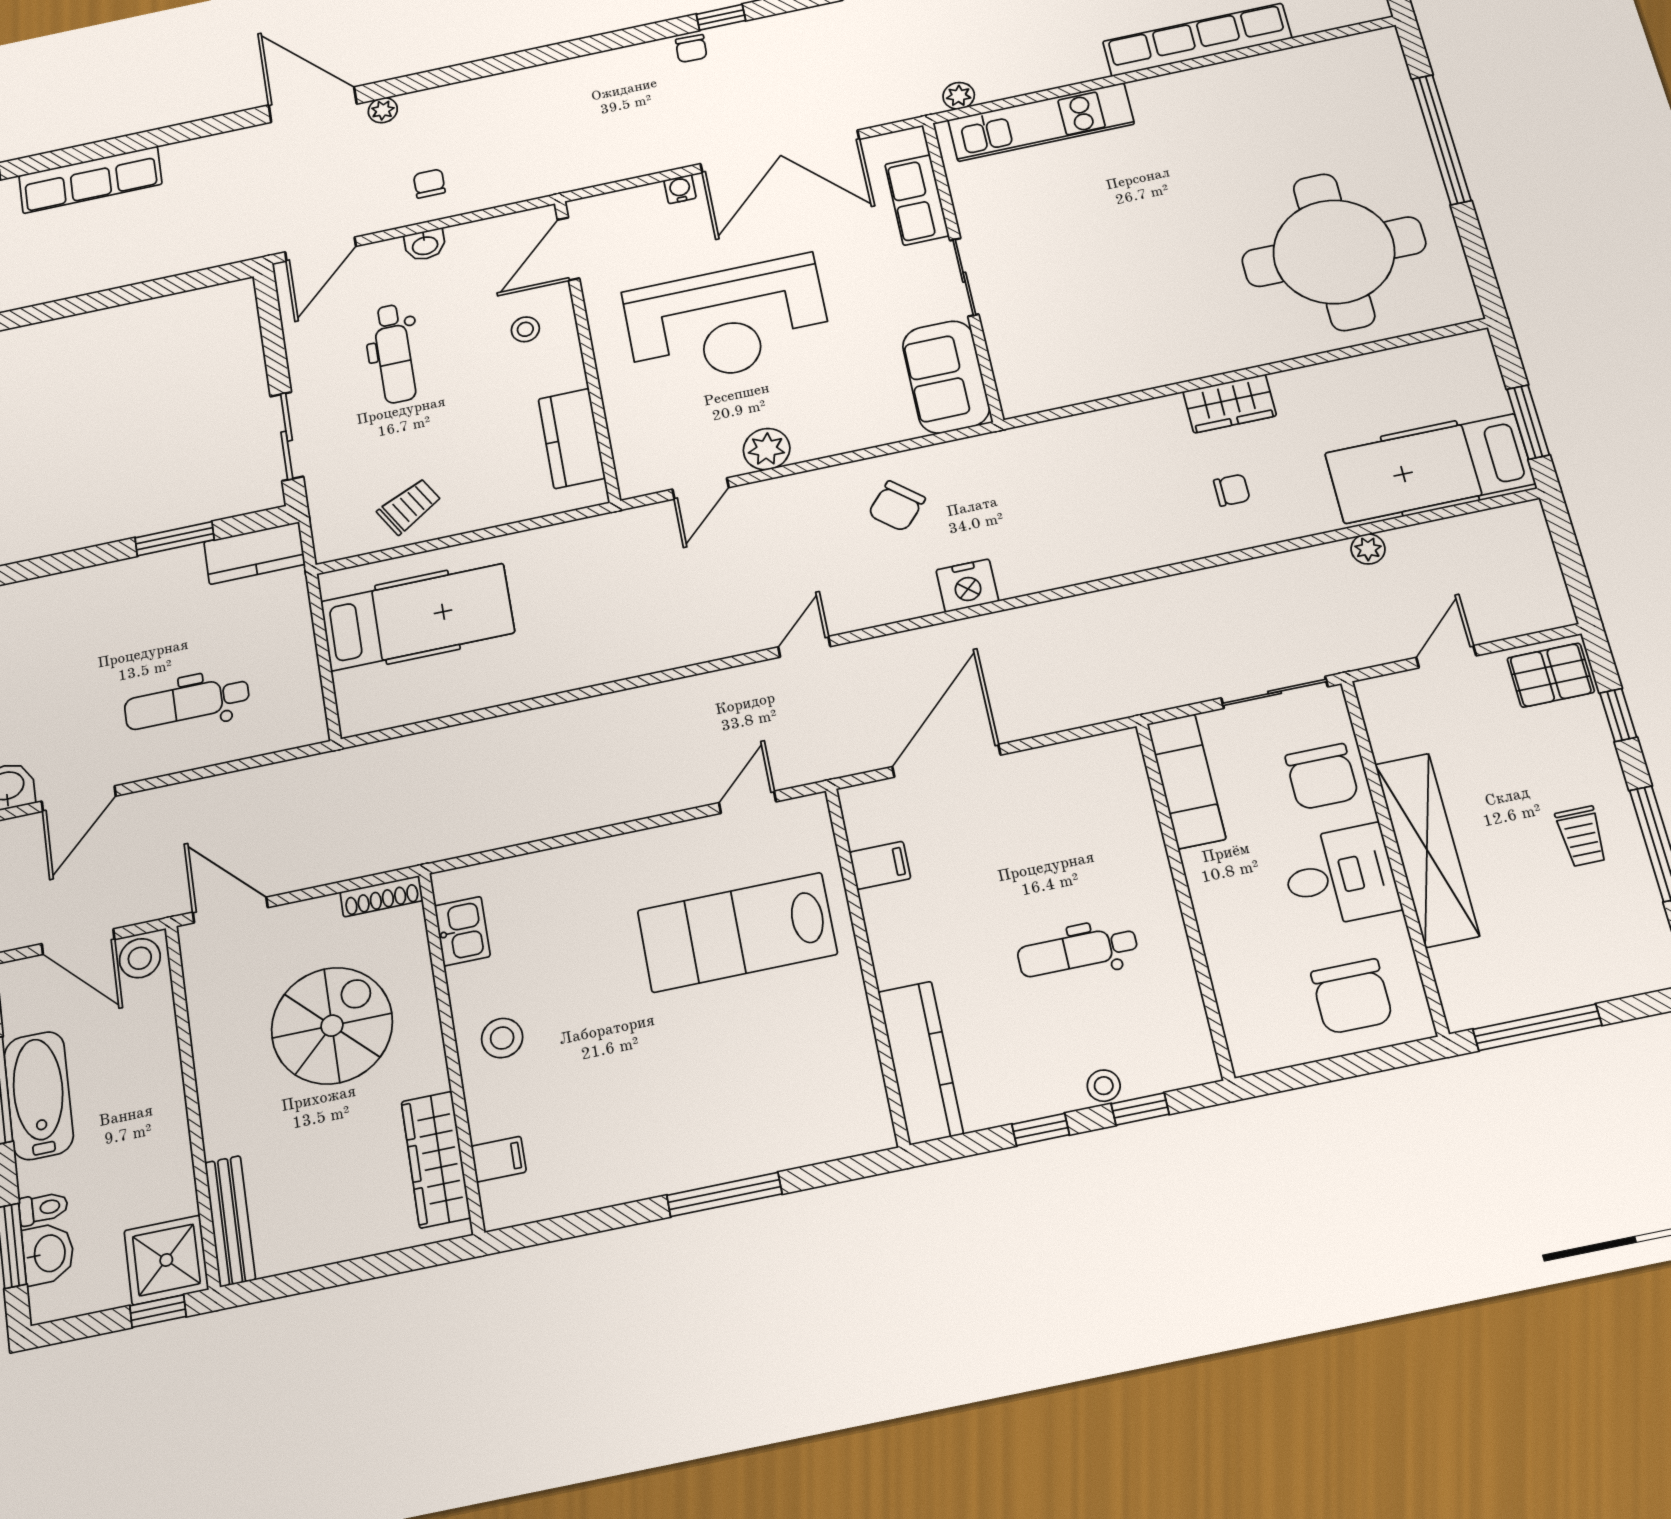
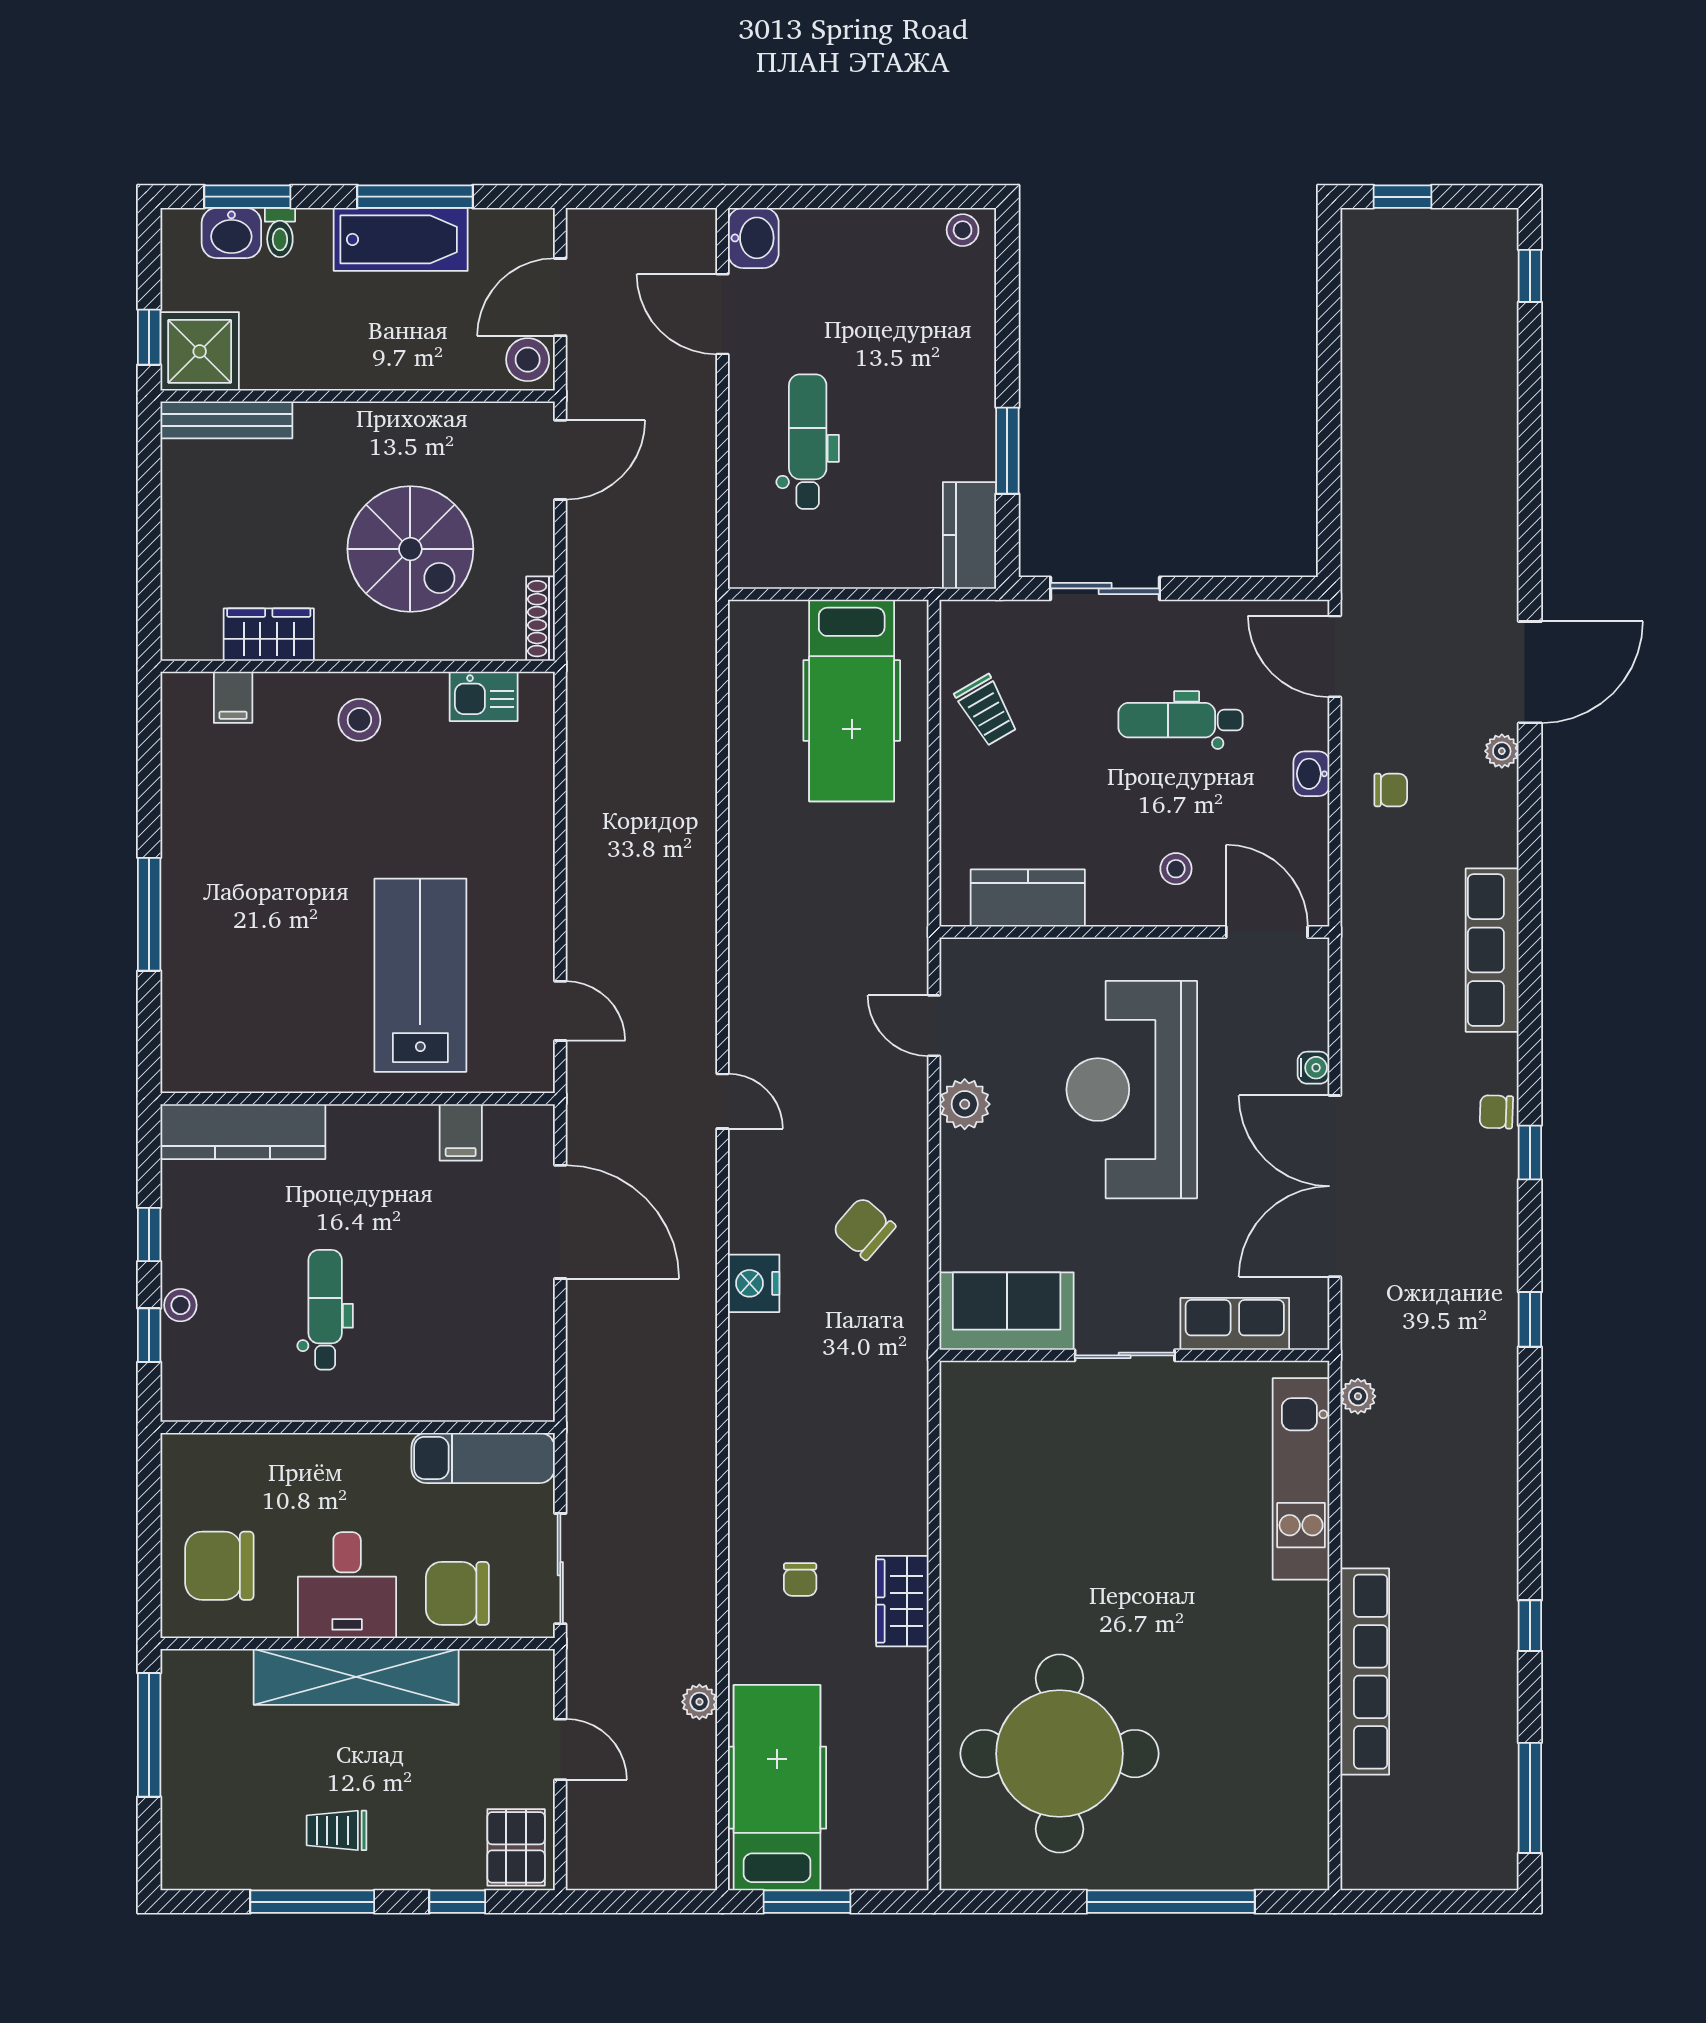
row of seats: (90, 180) -> (1492, 950), moved
wardrobe: (436, 1159) -> (269, 635), width x0.67

